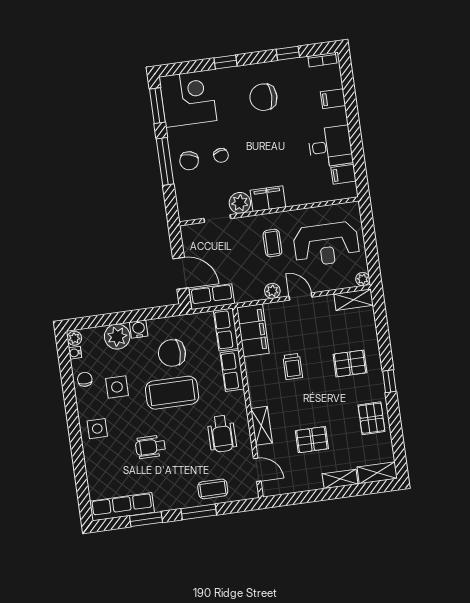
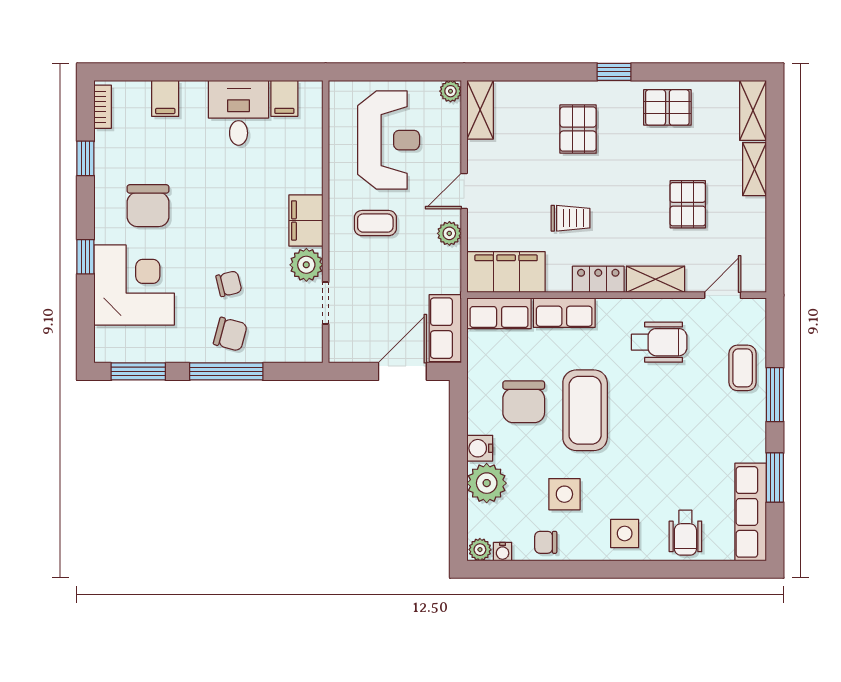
corner desk: (188, 99) -> (134, 285), moved, turned 90
locker: (256, 389) -> (598, 279), added
wheelchair: (150, 447) -> (685, 533), moved

